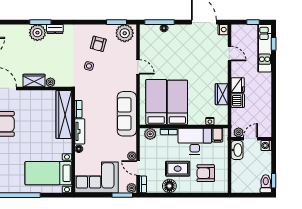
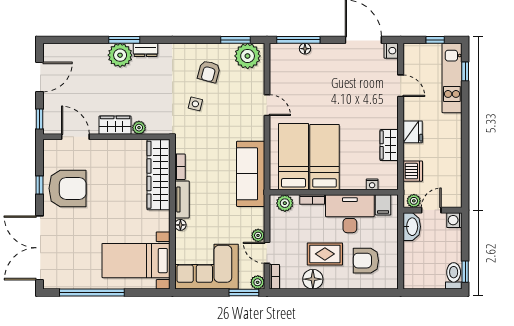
dishwasher: (238, 101) -> (413, 171), moved

